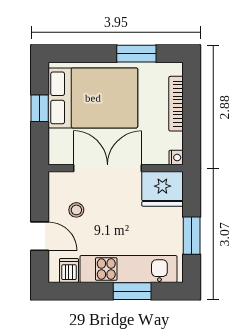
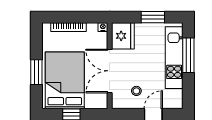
window: (136, 54) -> (36, 72), moved
dishwasher: (69, 270) -> (175, 96), removed
window: (132, 291) -> (188, 55), width x1.44

